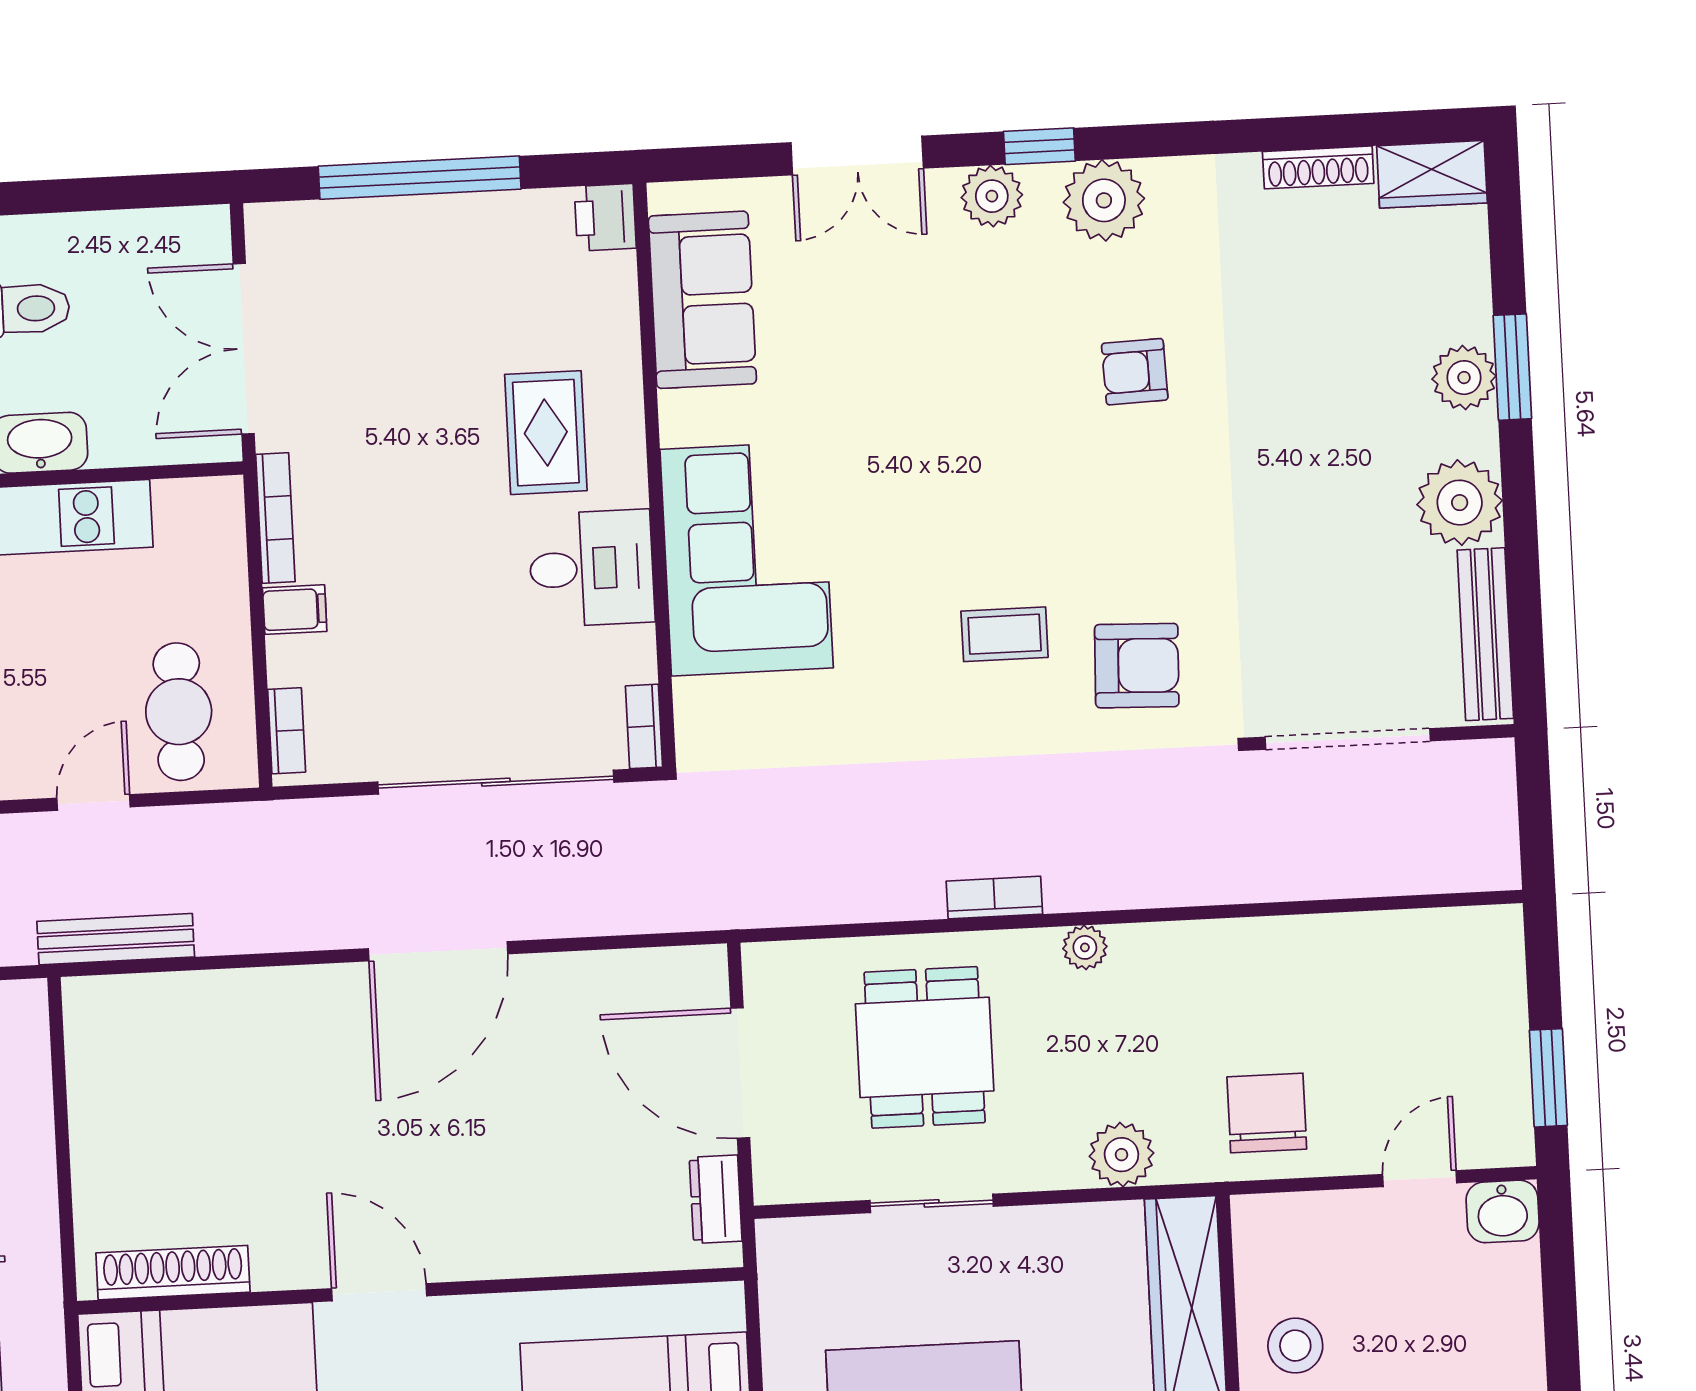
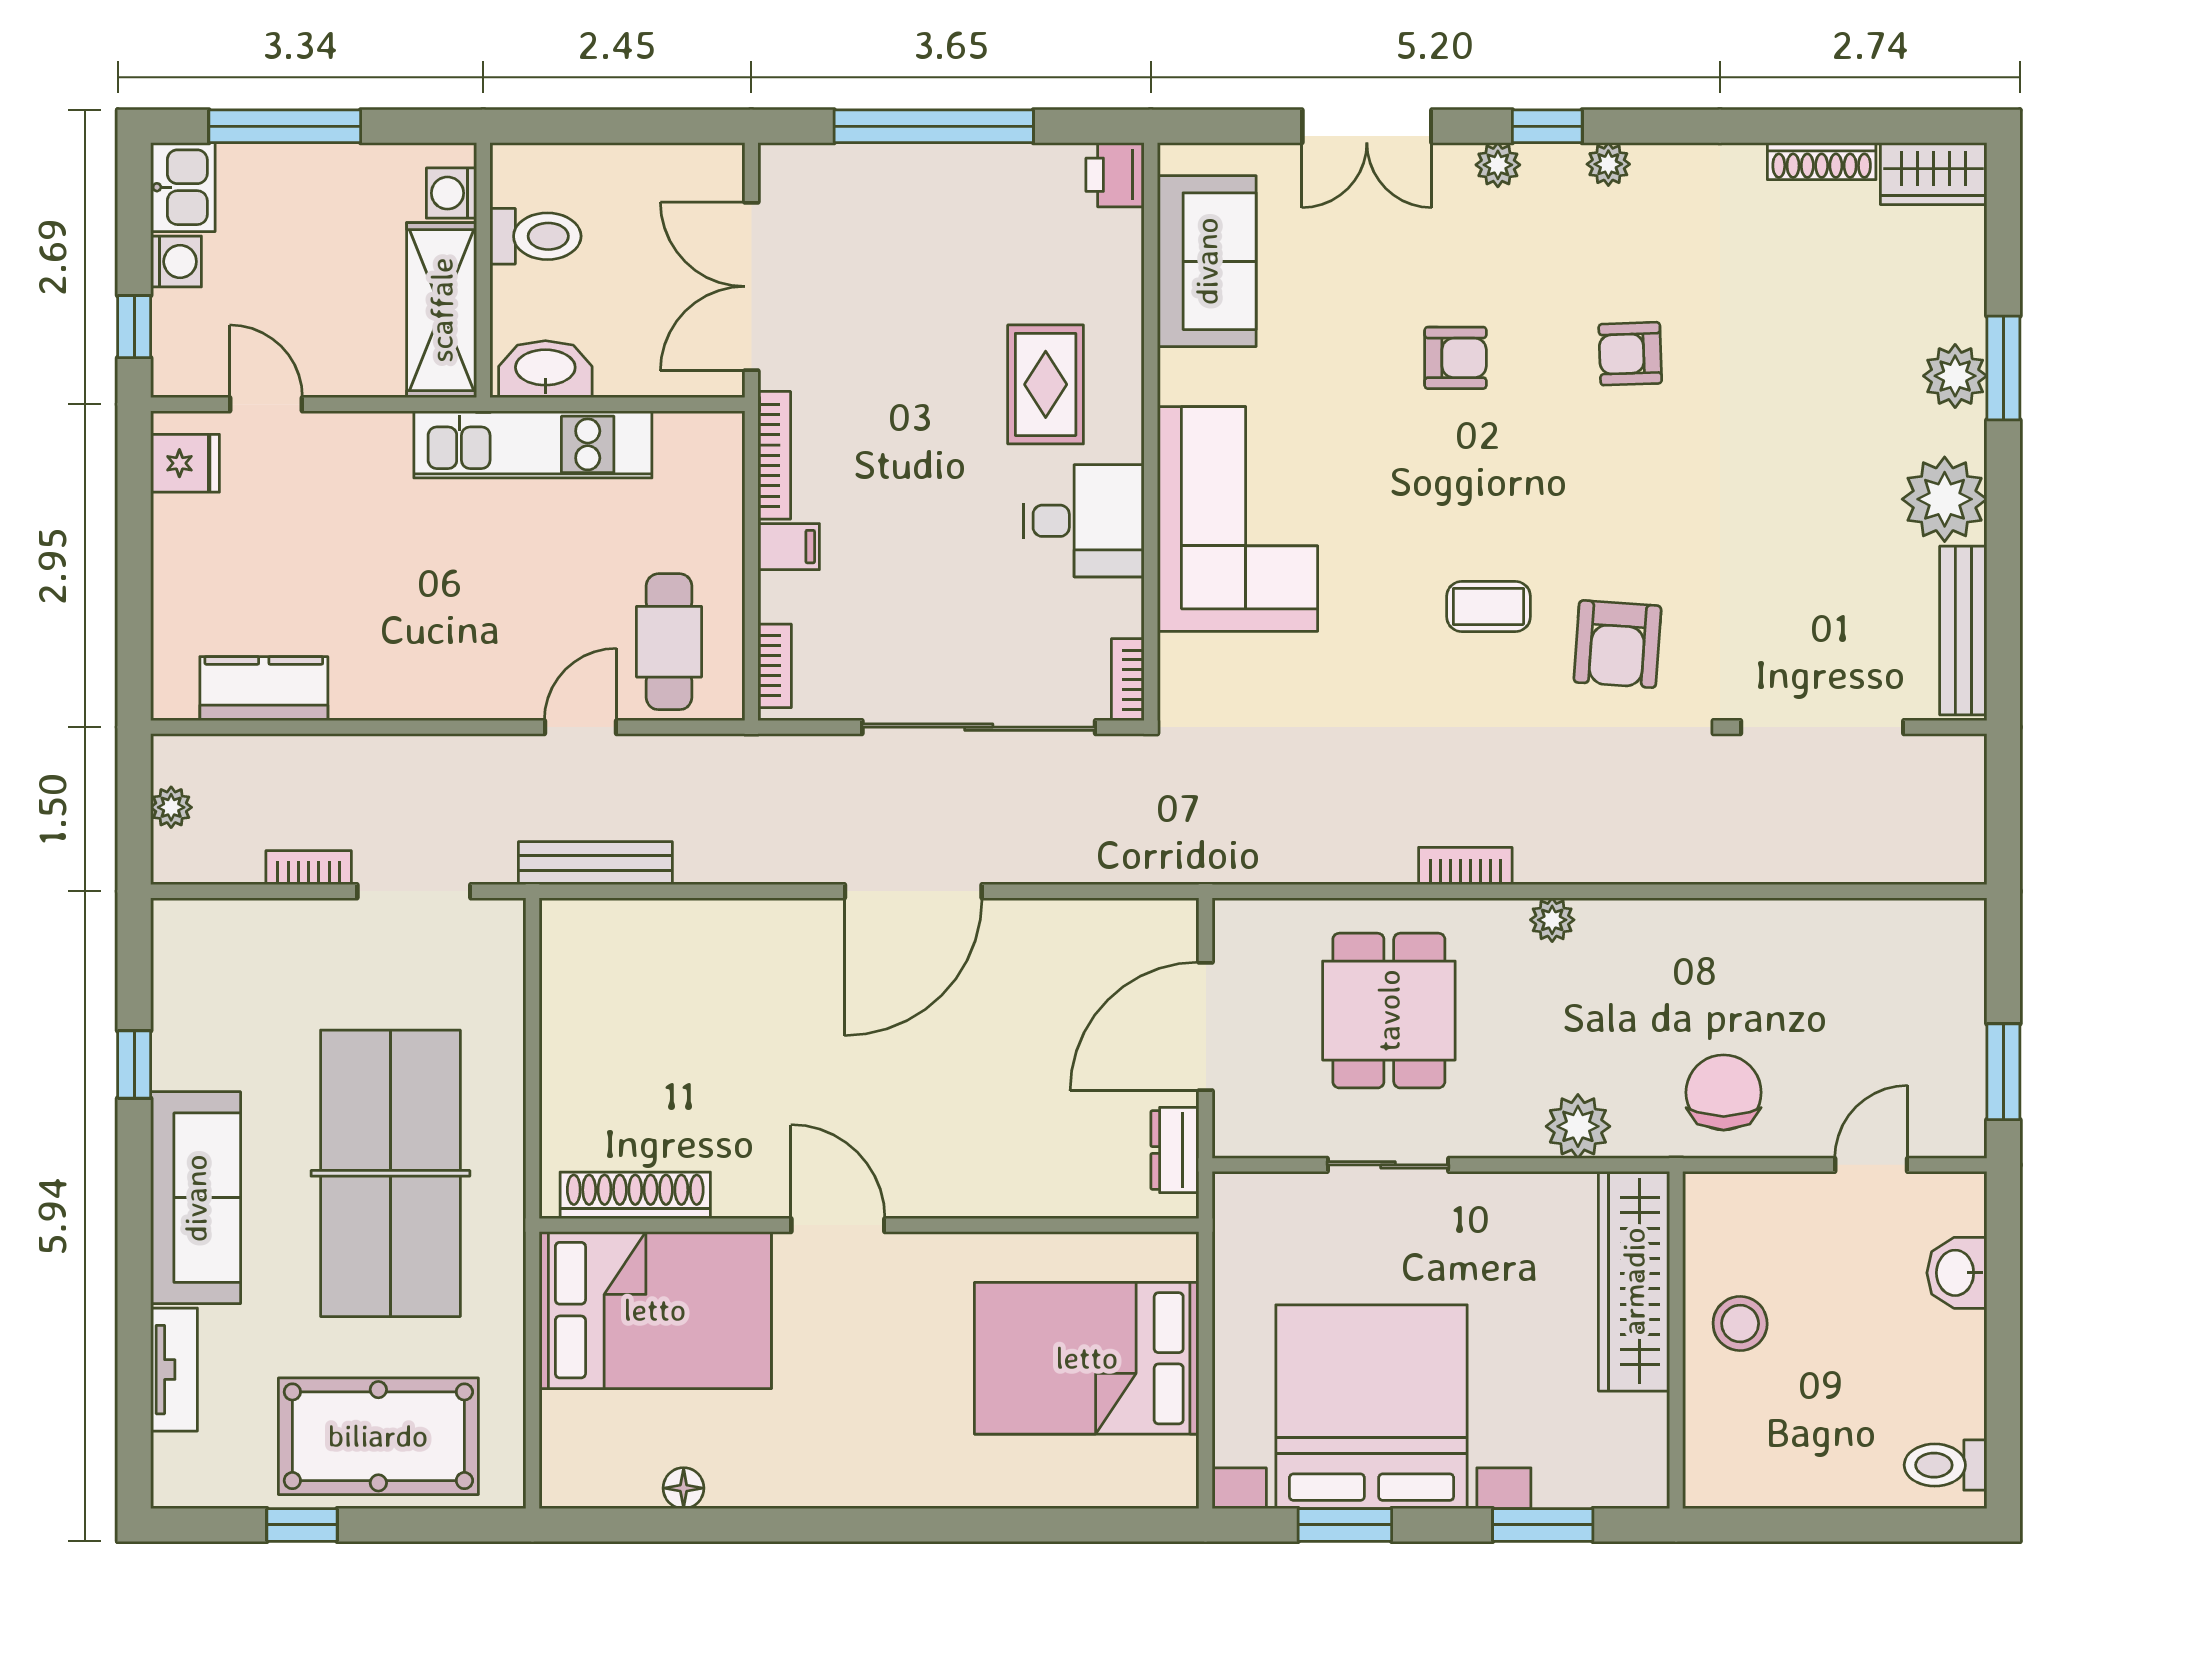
plant: (992, 196) -> (1498, 165), width x0.73, depth x0.73
plant: (1104, 200) -> (1608, 164), width x0.53, depth x0.53
armchair: (958, 385) -> (1455, 358), added
armchair: (1137, 666) -> (1618, 644), turned 92
door: (740, 1073) -> (1206, 1027), hinge flipped
washbasin: (1503, 1211) -> (1957, 1273), moved, turned 90

